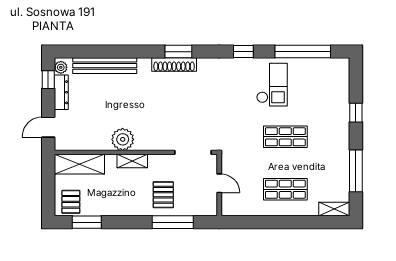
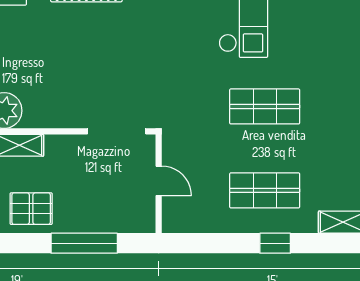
pallet: (163, 195) -> (31, 209), moved, turned 90
window: (292, 222) -> (275, 243), added

